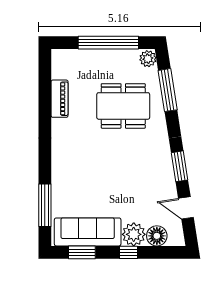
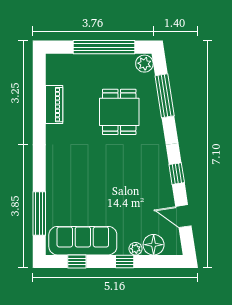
dining table: (123, 106) -> (119, 112), width x0.73
window: (179, 166) -> (177, 174), width x0.67
plant: (134, 234) -> (135, 249), width x0.53, depth x0.53
window: (82, 252) -> (77, 261), width x0.67

